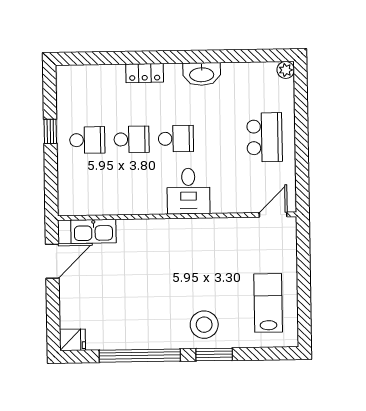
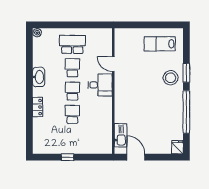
school desk: (87, 140) -> (72, 68), moved
door: (273, 215) -> (113, 64), moved

